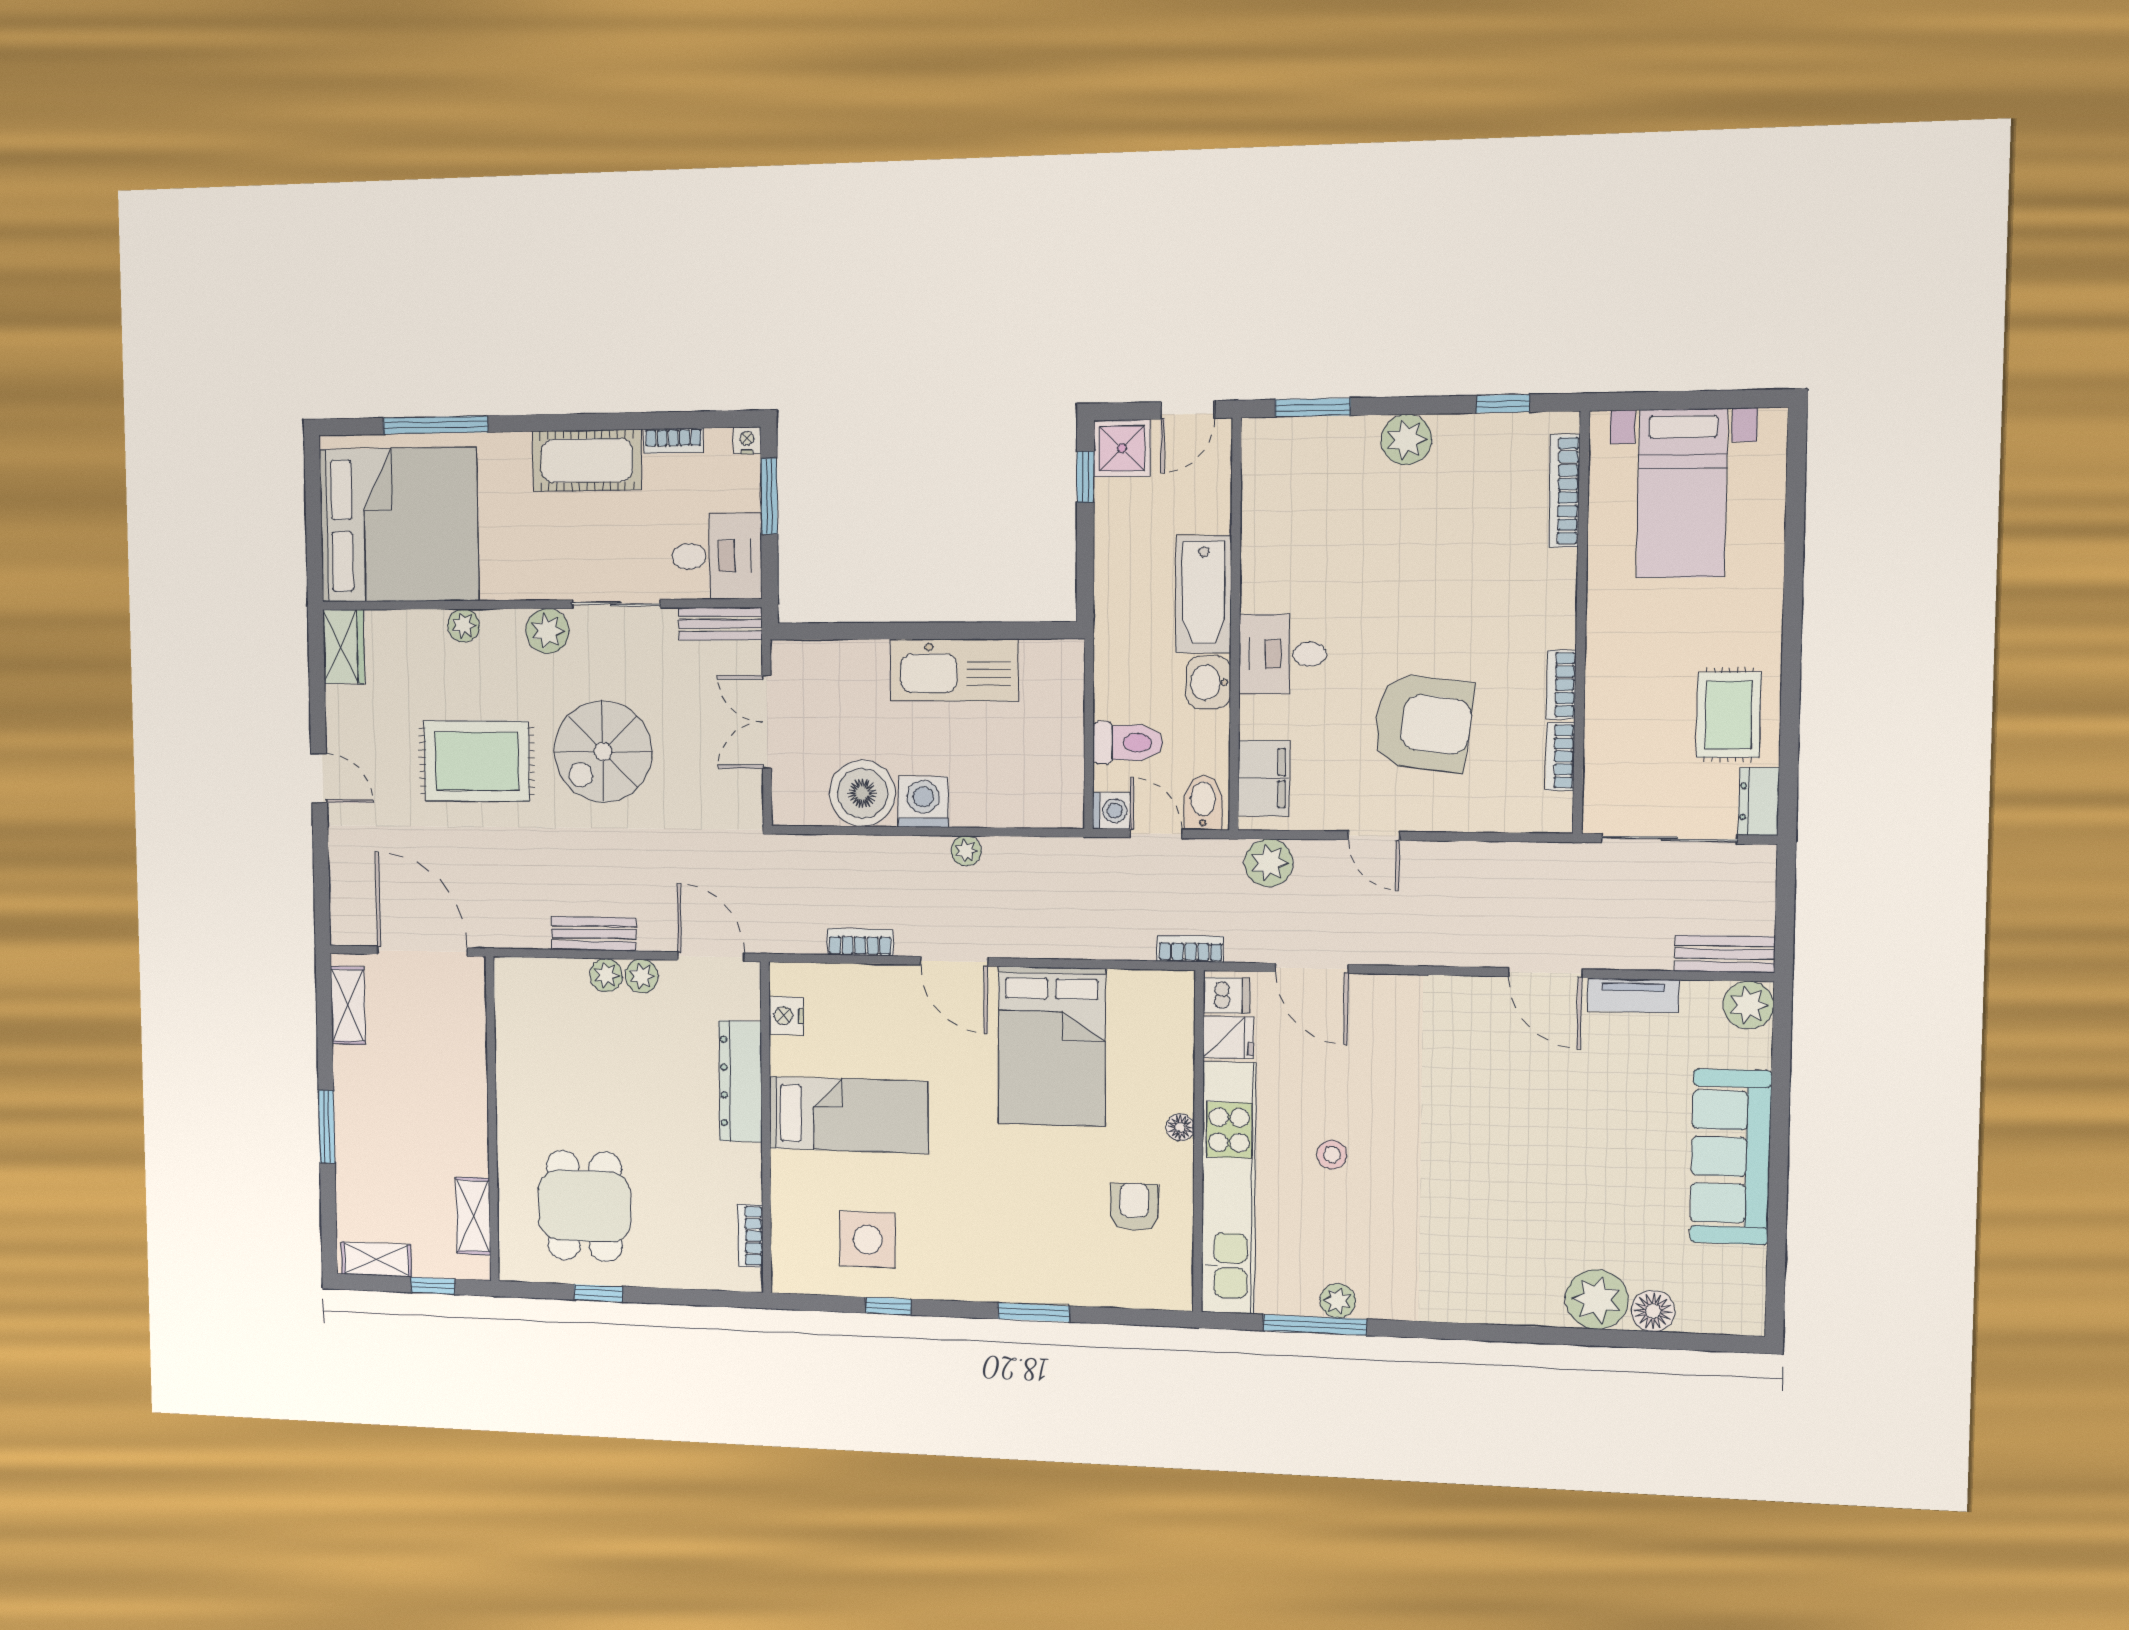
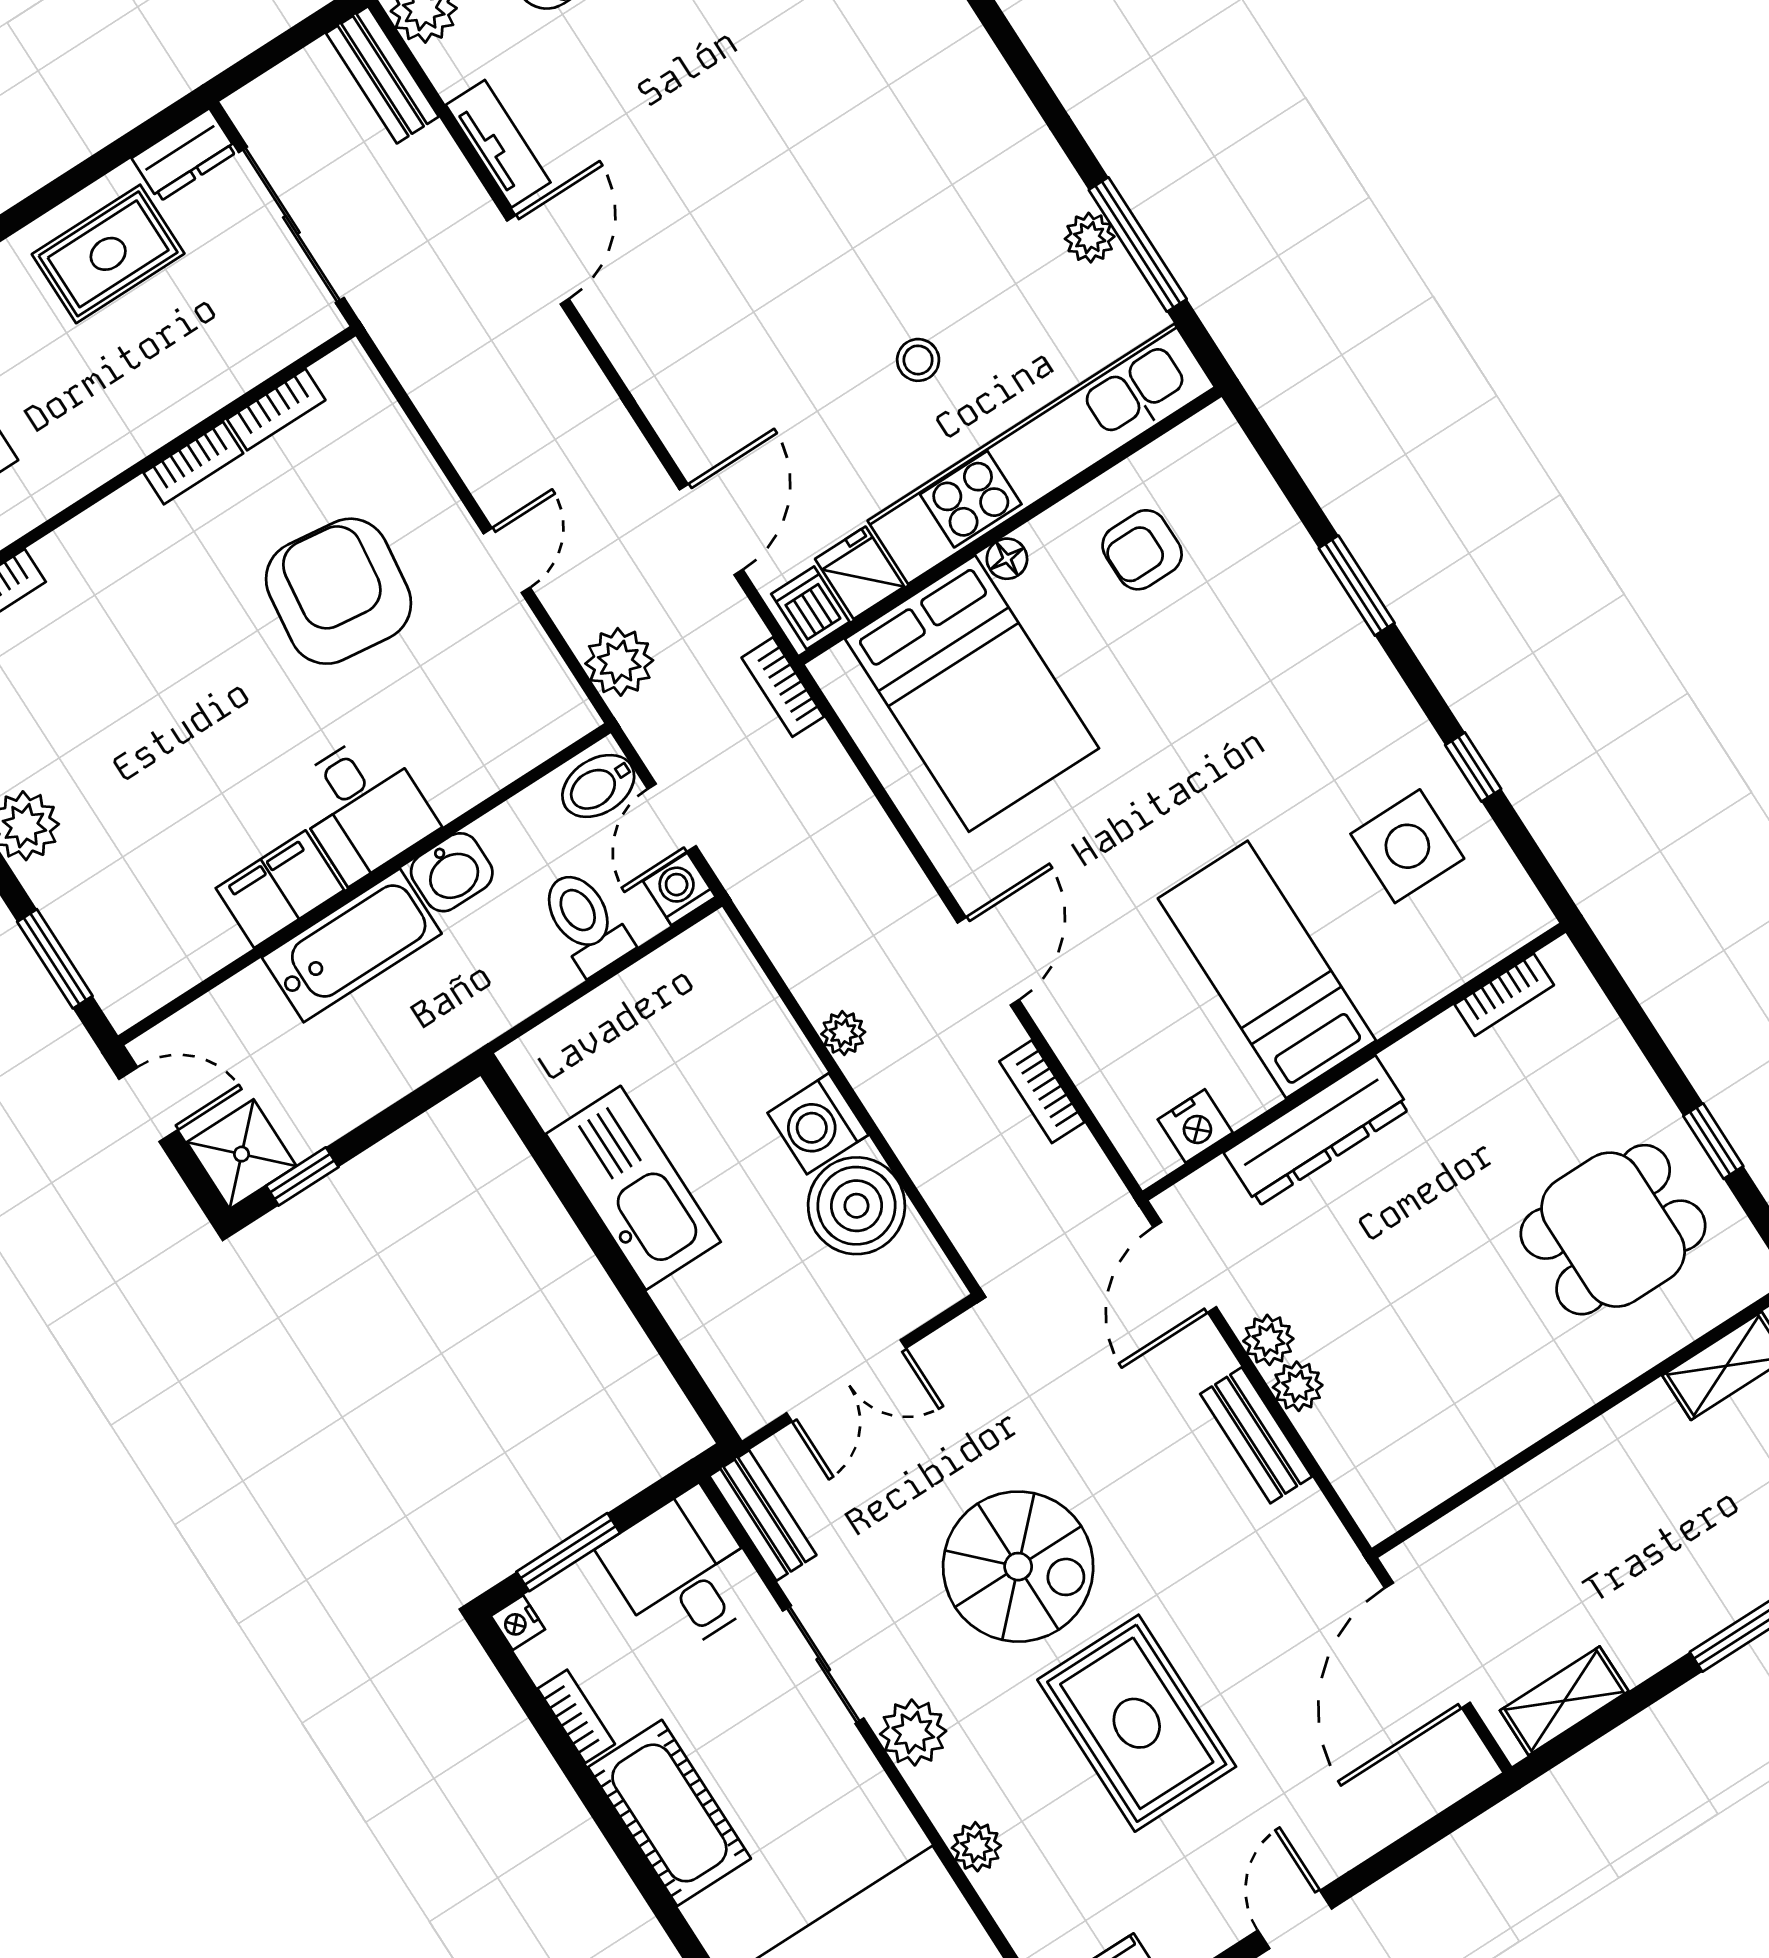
filing cabinet: (1264, 778) -> (280, 889), moved
bed: (1052, 1046) -> (972, 694), moved, turned 90

